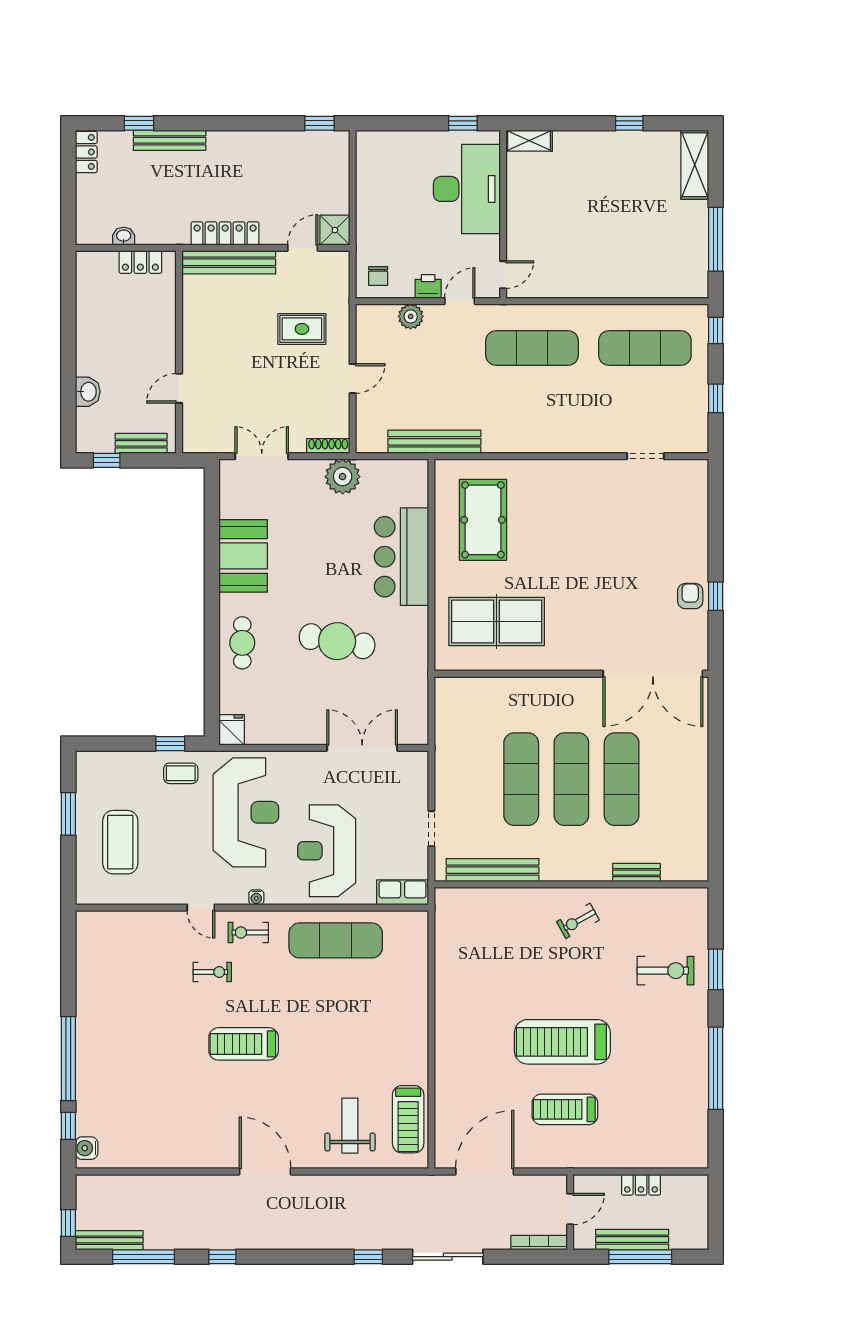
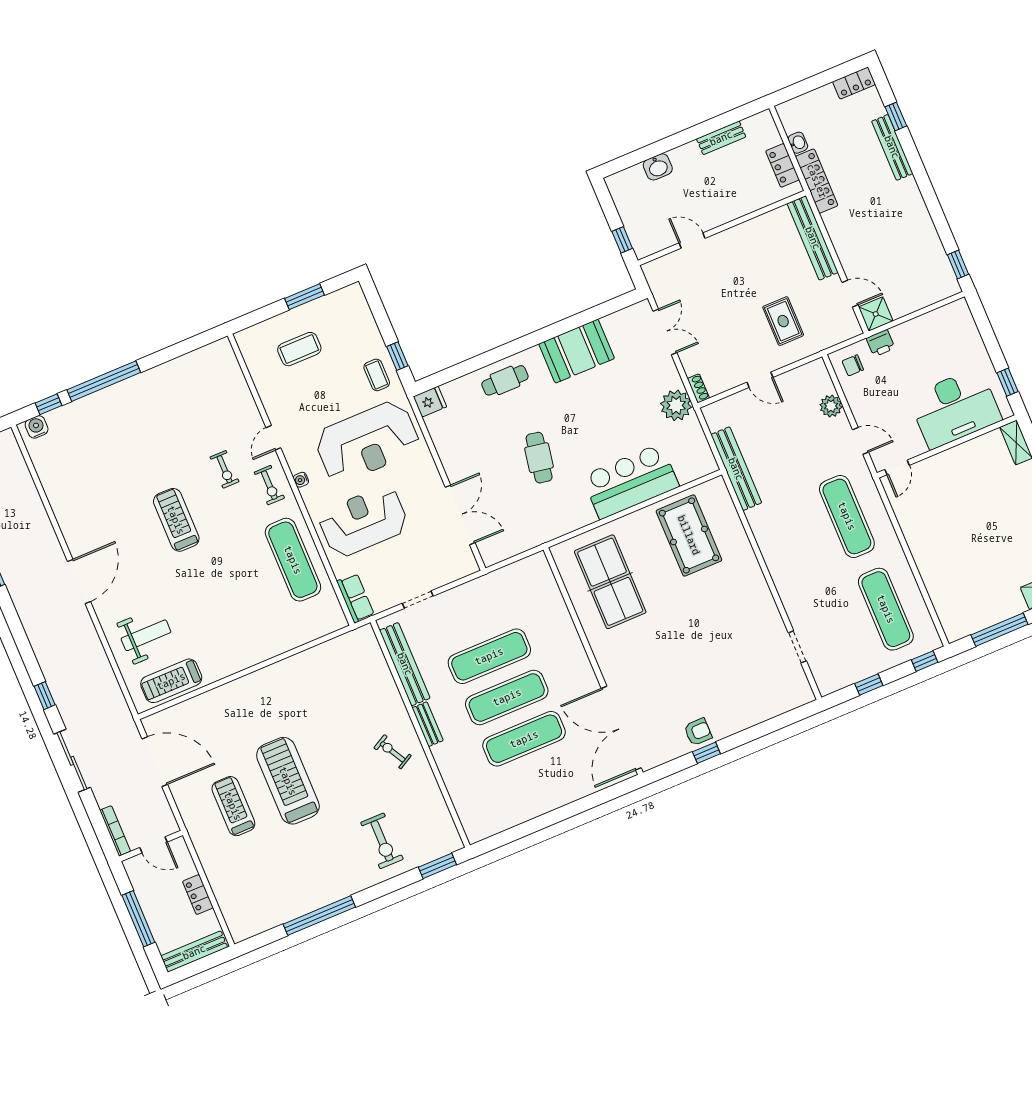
locker: (225, 233) -> (817, 181), moved
door: (503, 275) -> (897, 467), hinge flipped
printer: (428, 286) -> (881, 343), moved, turned 90
bench: (141, 443) -> (721, 138), moved, turned 90
shoe rack: (328, 446) -> (698, 388), width x0.70
window: (107, 460) -> (622, 240), moved
pool table: (483, 520) -> (689, 535), turned 90
cafe table: (337, 641) -> (539, 458), width x0.73, depth x0.74
coffee table: (120, 842) -> (299, 349), width x0.73, depth x0.76
bench: (636, 873) -> (428, 724), moved
exercise bike: (248, 932) -> (269, 485), turned 180
window: (716, 969) -> (437, 866), moved
bench: (632, 1240) -> (194, 952), moved, turned 90

